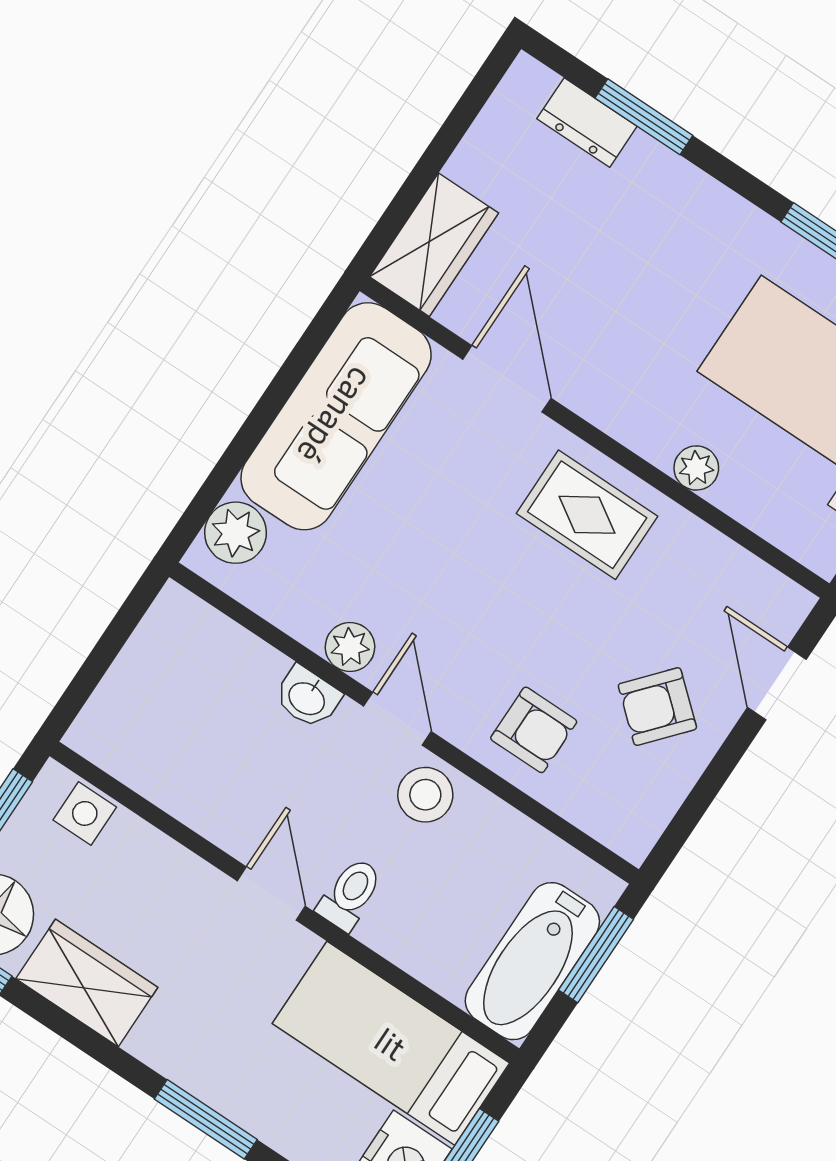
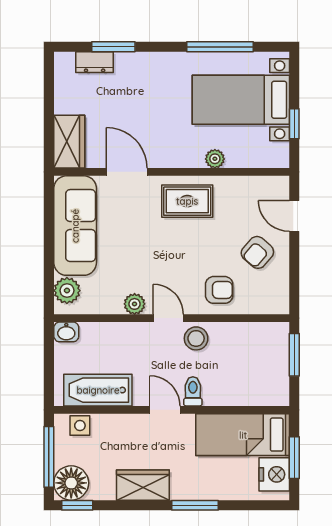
washbasin: (307, 697) -> (66, 332), moved
bathtub: (532, 961) -> (98, 390), moved, turned 90
wardrobe: (87, 983) -> (143, 485), moved

